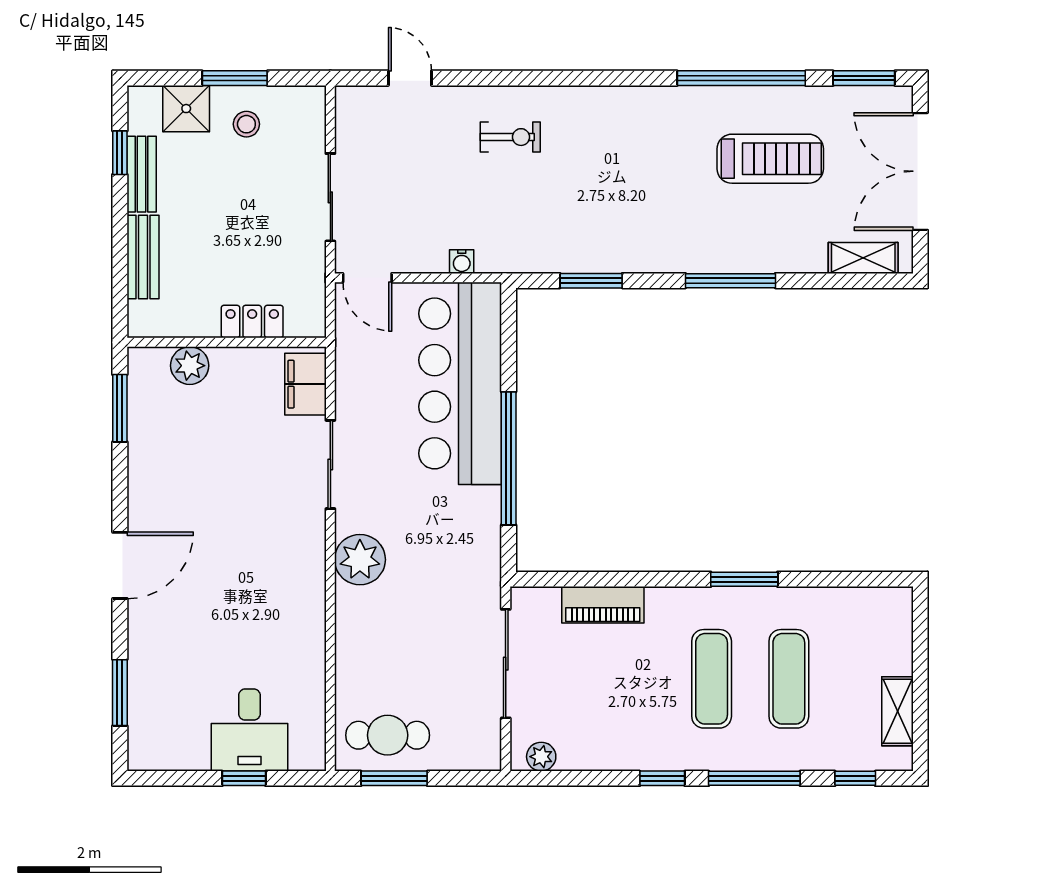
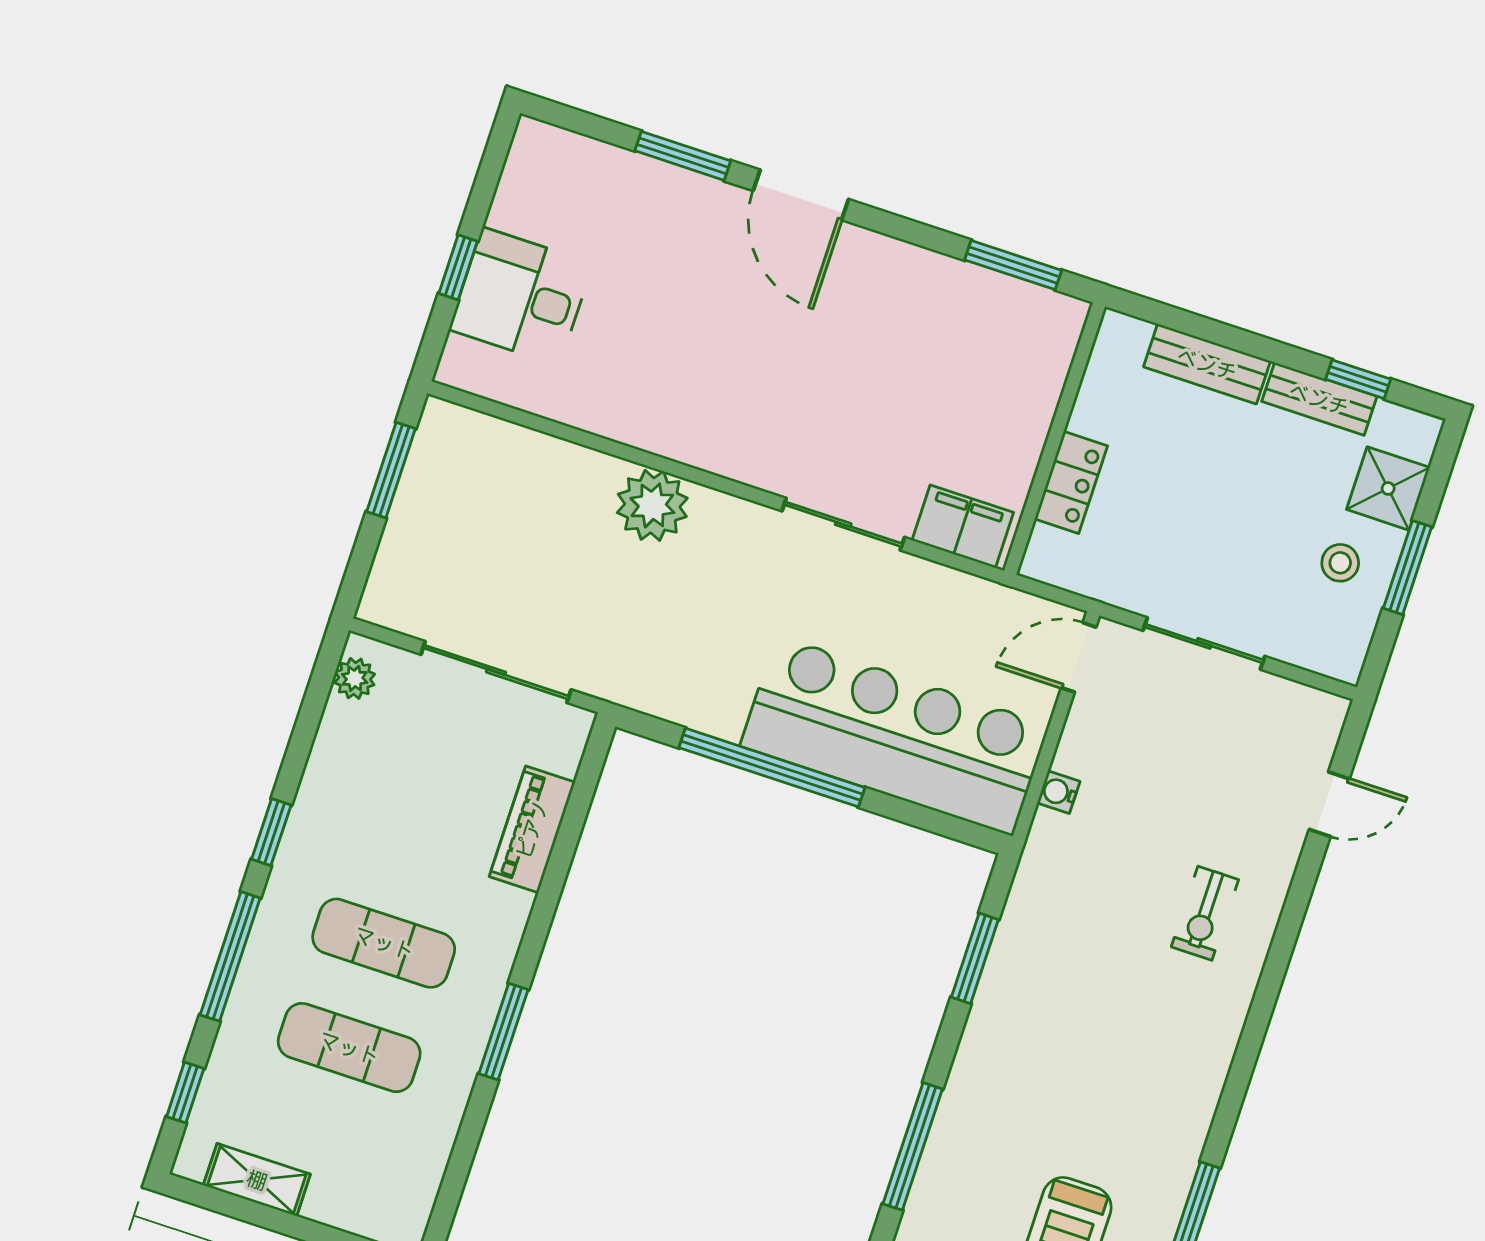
plant: (190, 366) -> (1040, 378), removed
plant: (360, 560) -> (652, 505), moved
window: (120, 693) -> (683, 156), moved
cafe table: (388, 735) -> (452, 481), removed

